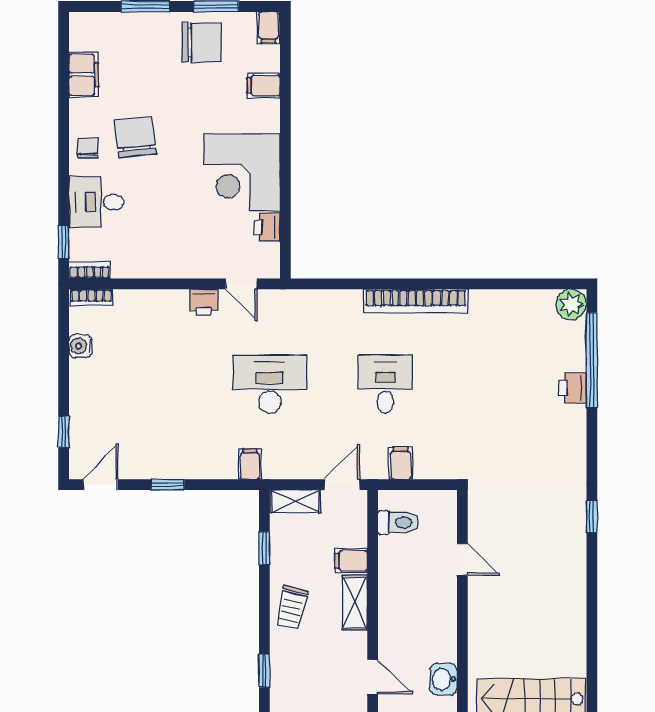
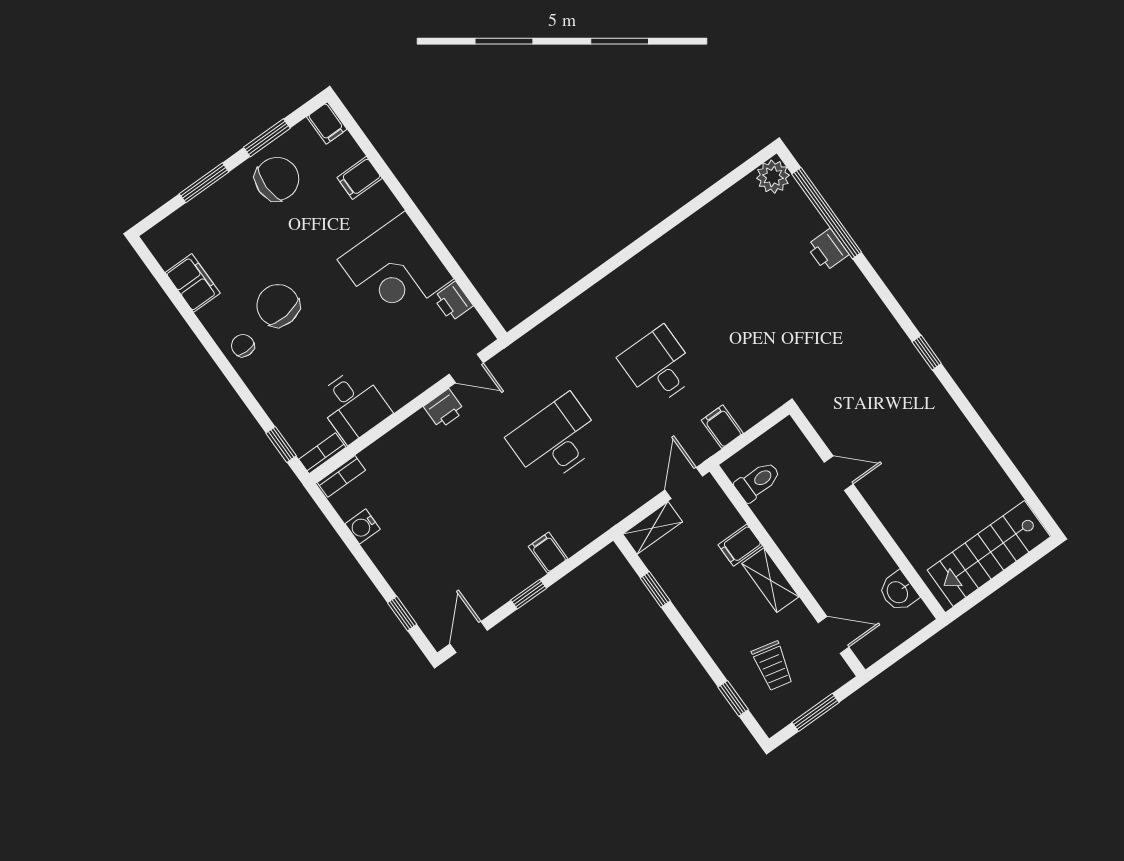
desk: (96, 202) -> (353, 405), moved, turned -90
bookcase: (416, 301) -> (632, 273), removed
filing cabinet: (250, 464) -> (548, 553), moved
trolley: (292, 608) -> (773, 666), moved

